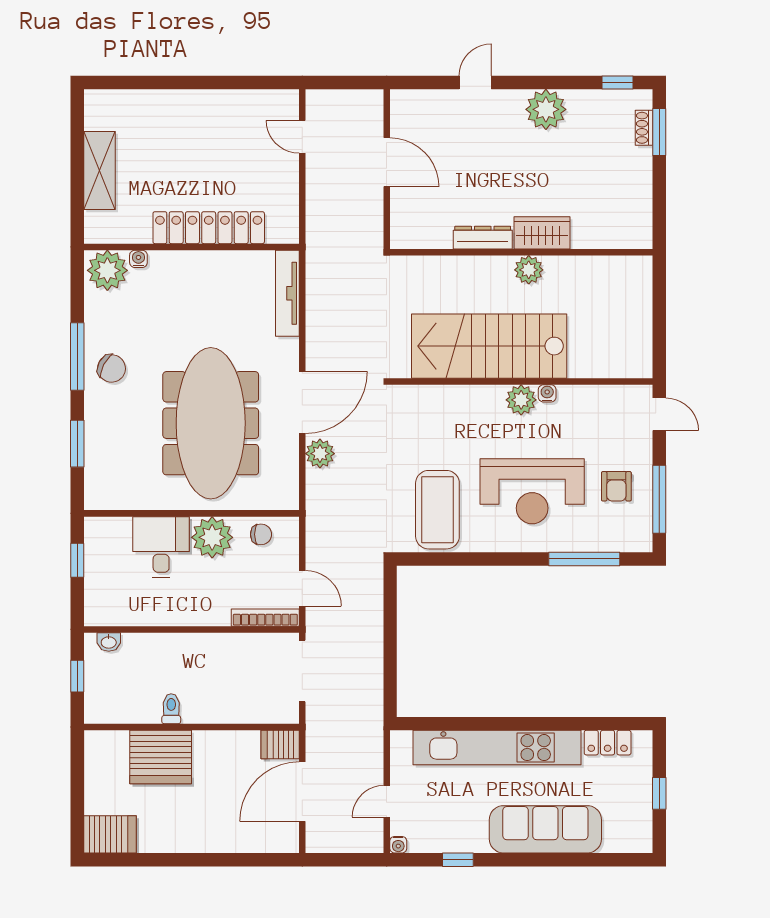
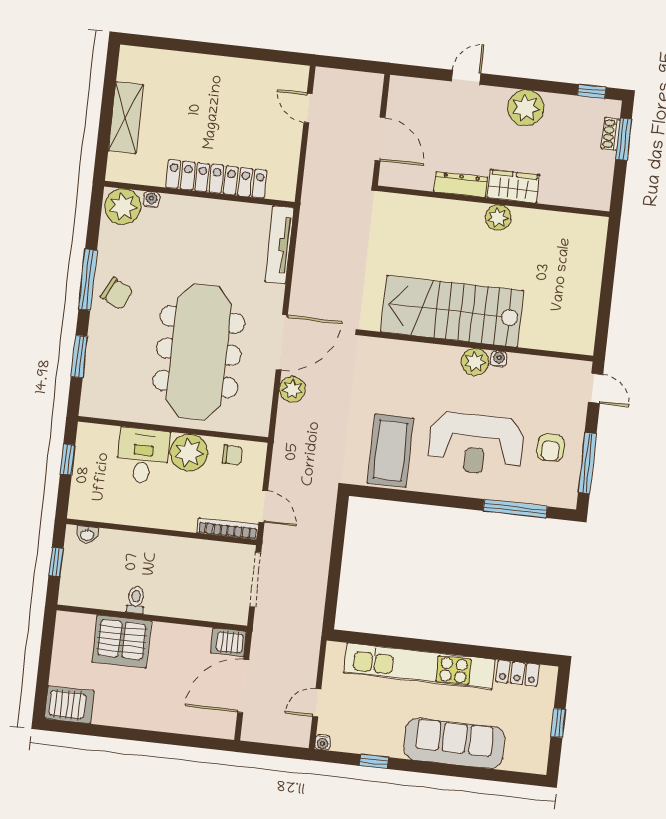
wardrobe: (542, 233) -> (514, 186), moved
dresser: (483, 238) -> (461, 185), moved
wall: (521, 252) -> (493, 201), moved
plant: (529, 270) -> (498, 218), moved

